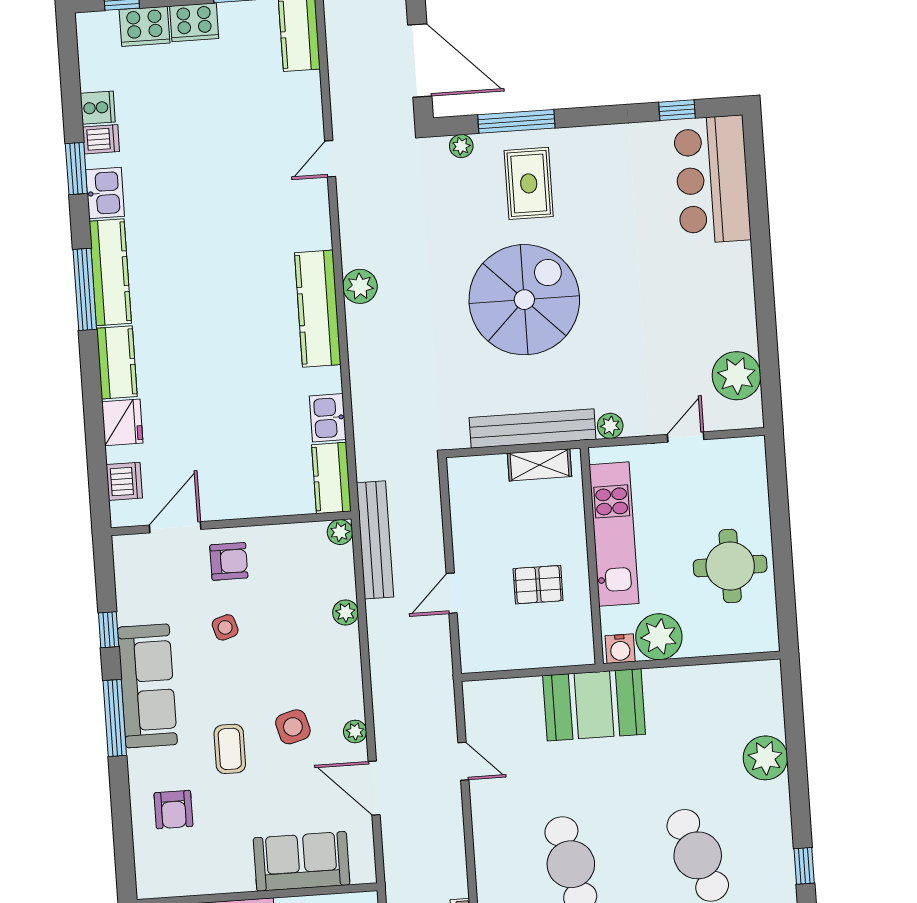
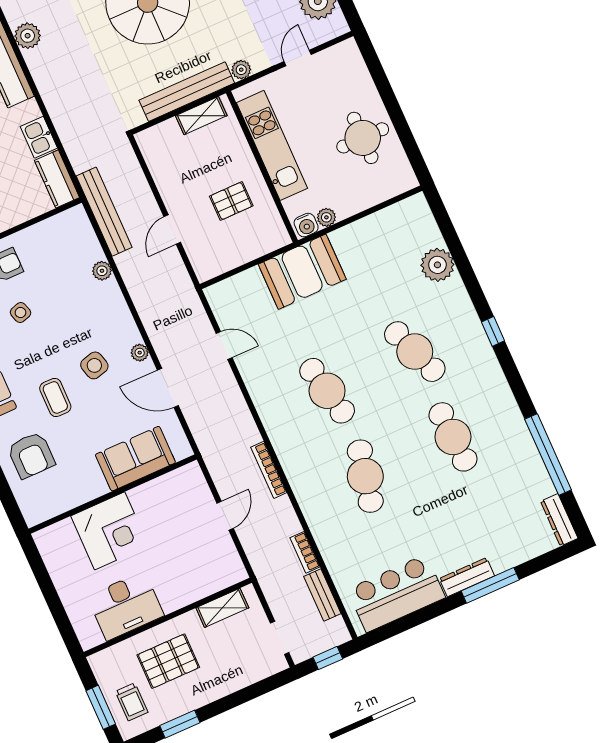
plant: (340, 532) -> (77, 215), removed
plant: (659, 637) -> (326, 217), width x0.53, depth x0.53
armchair: (173, 810) -> (31, 455), width x1.38, depth x1.38

